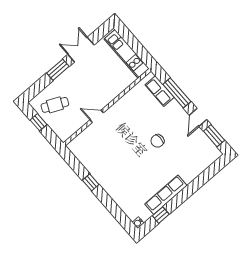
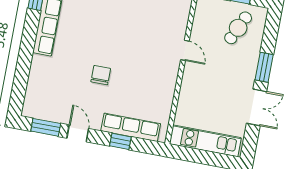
row of seats: (160, 91) -> (131, 127), width x1.48
window: (177, 93) -> (120, 141), width x0.46
door: (97, 116) -> (185, 50), hinge flipped

